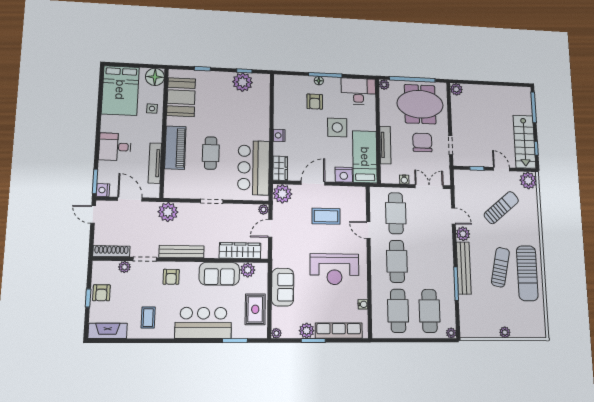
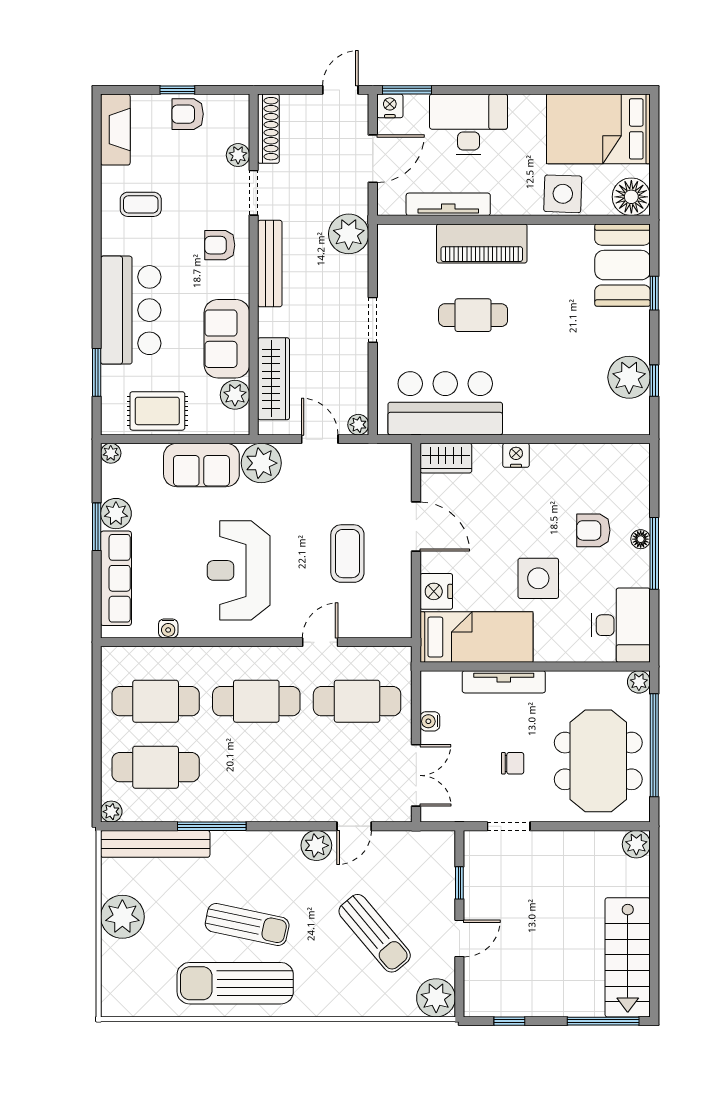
booth: (181, 97) -> (623, 265), moved, turned 90
side table: (152, 109) -> (563, 194), width x1.87, depth x1.87
chair: (422, 142) -> (513, 763), width x0.54, depth x0.54
stairs: (524, 142) -> (628, 957), moved, turned -90
desk: (115, 147) -> (469, 124), width x1.37
plant: (282, 194) -> (261, 463), moved
bench: (464, 268) -> (155, 844), moved
plant: (505, 332) -> (122, 917), width x1.88, depth x1.88

